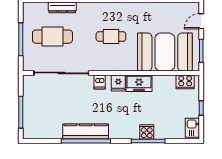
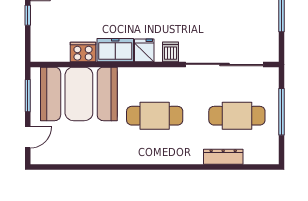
cafe table: (111, 37) -> (155, 116), width x1.37, depth x1.35
cooker: (185, 82) -> (83, 52), moved

